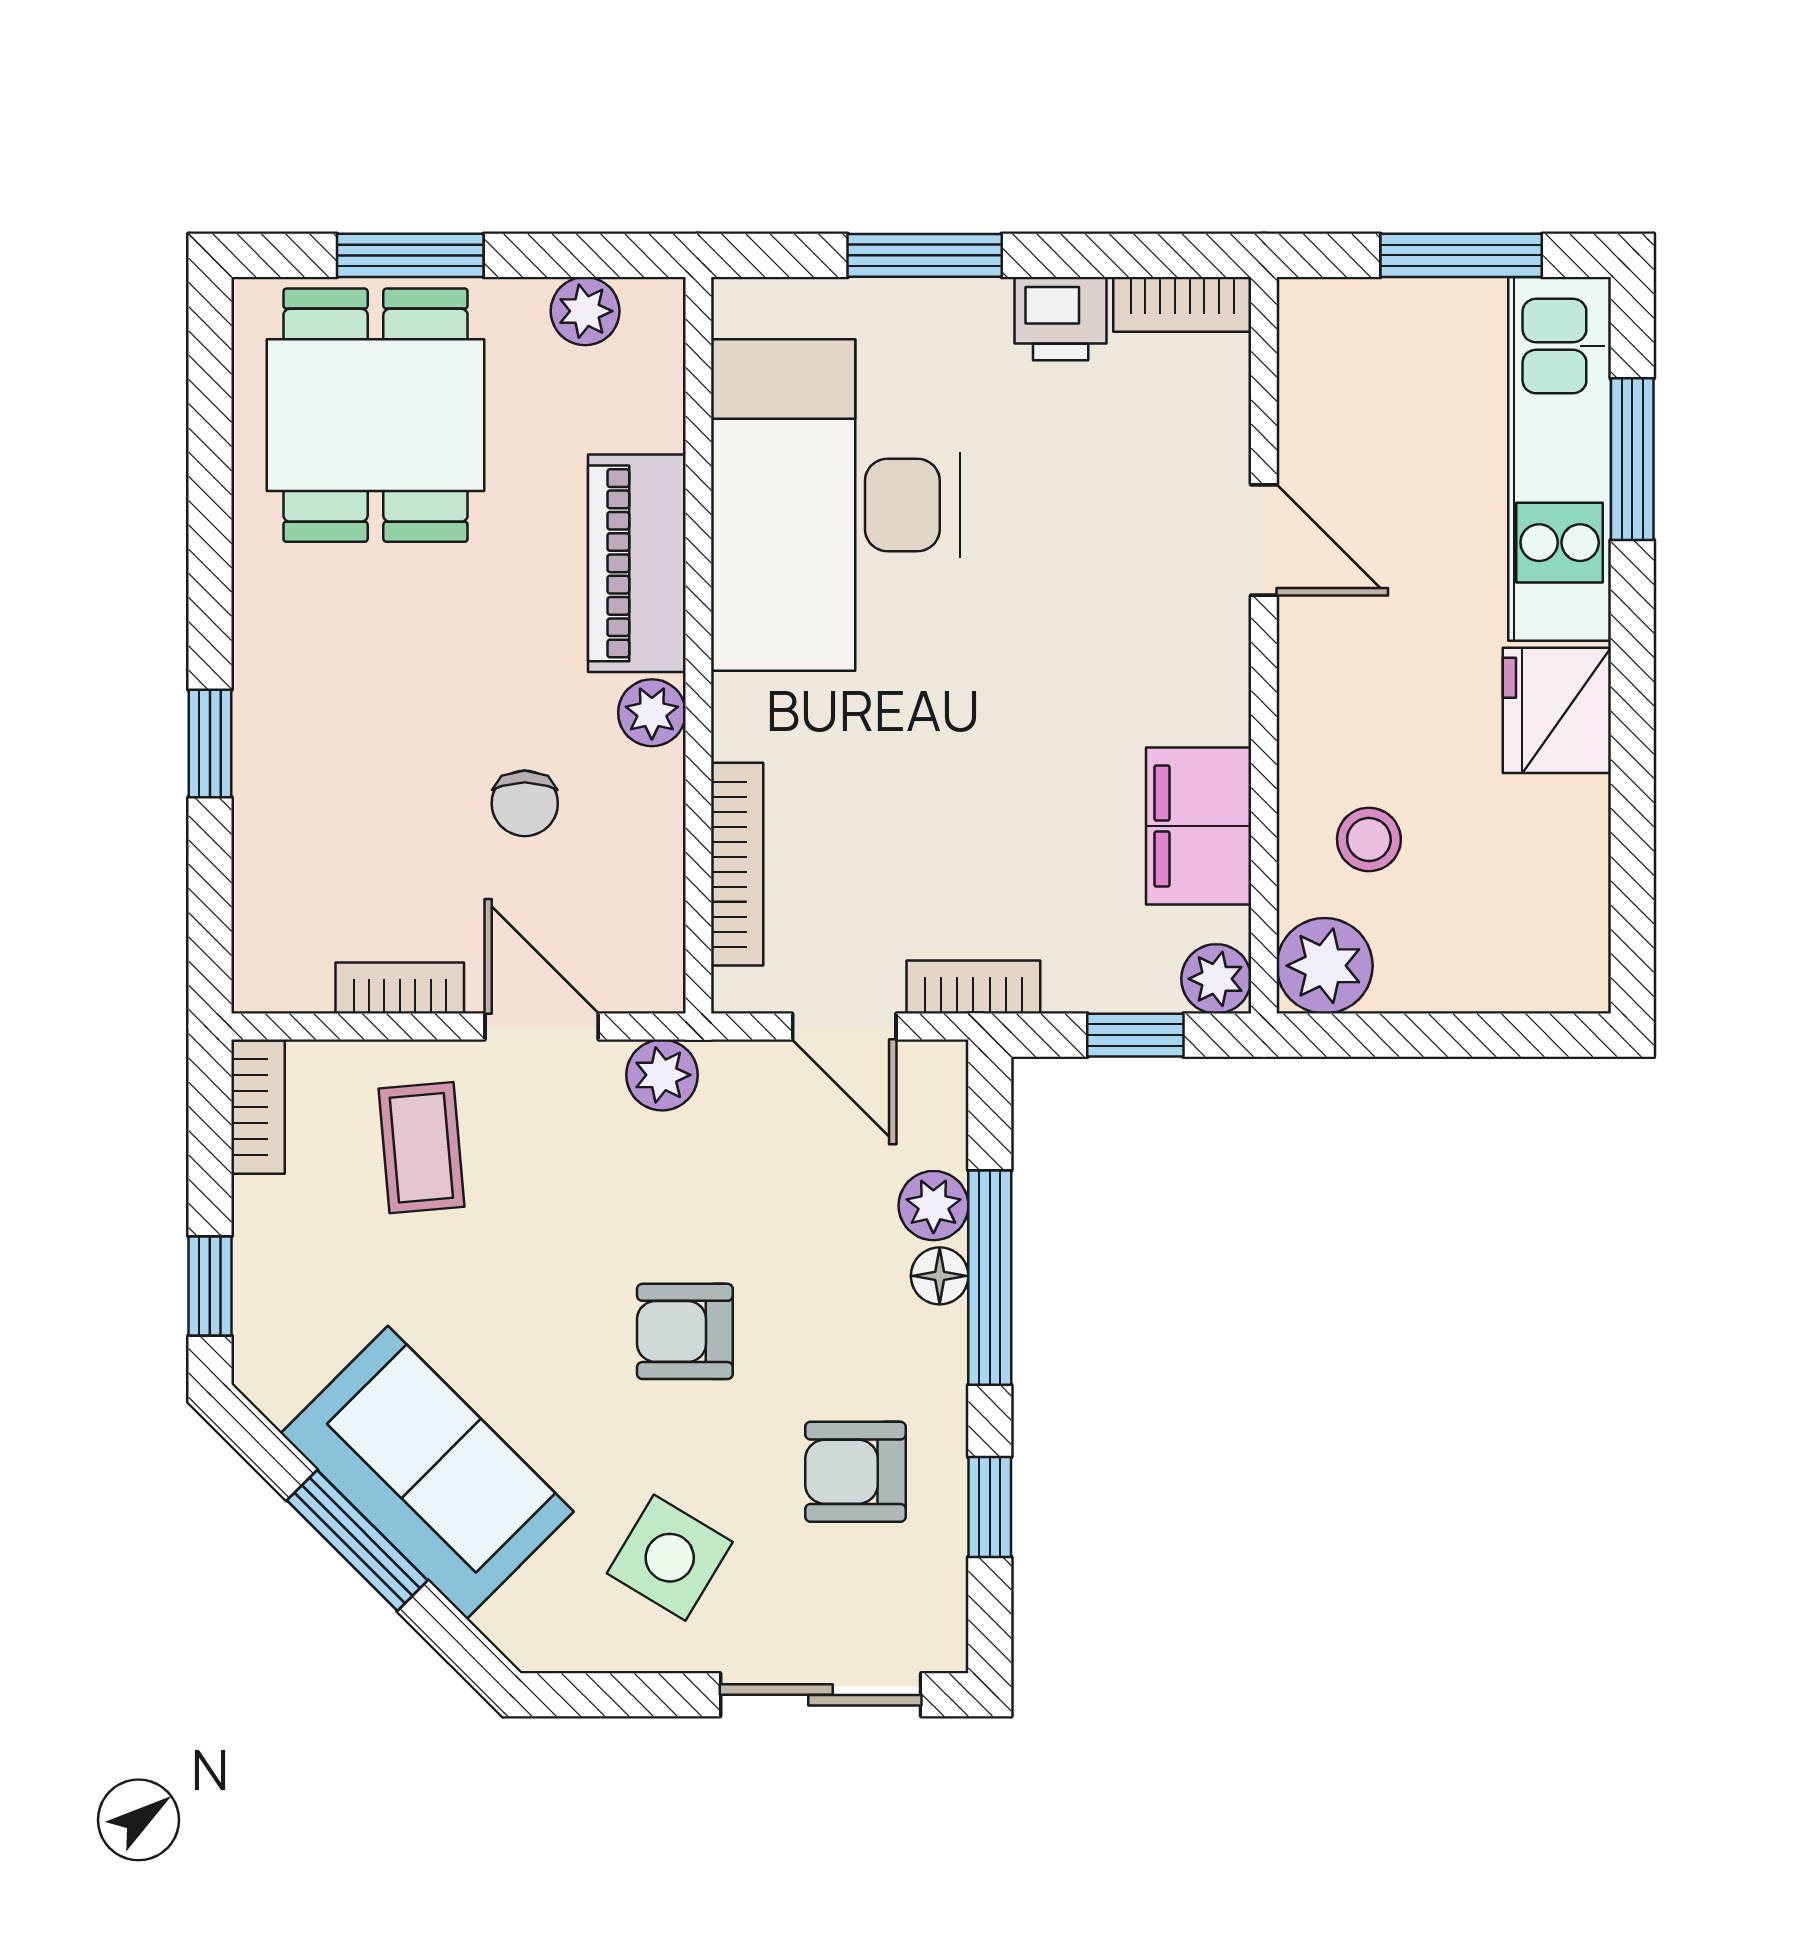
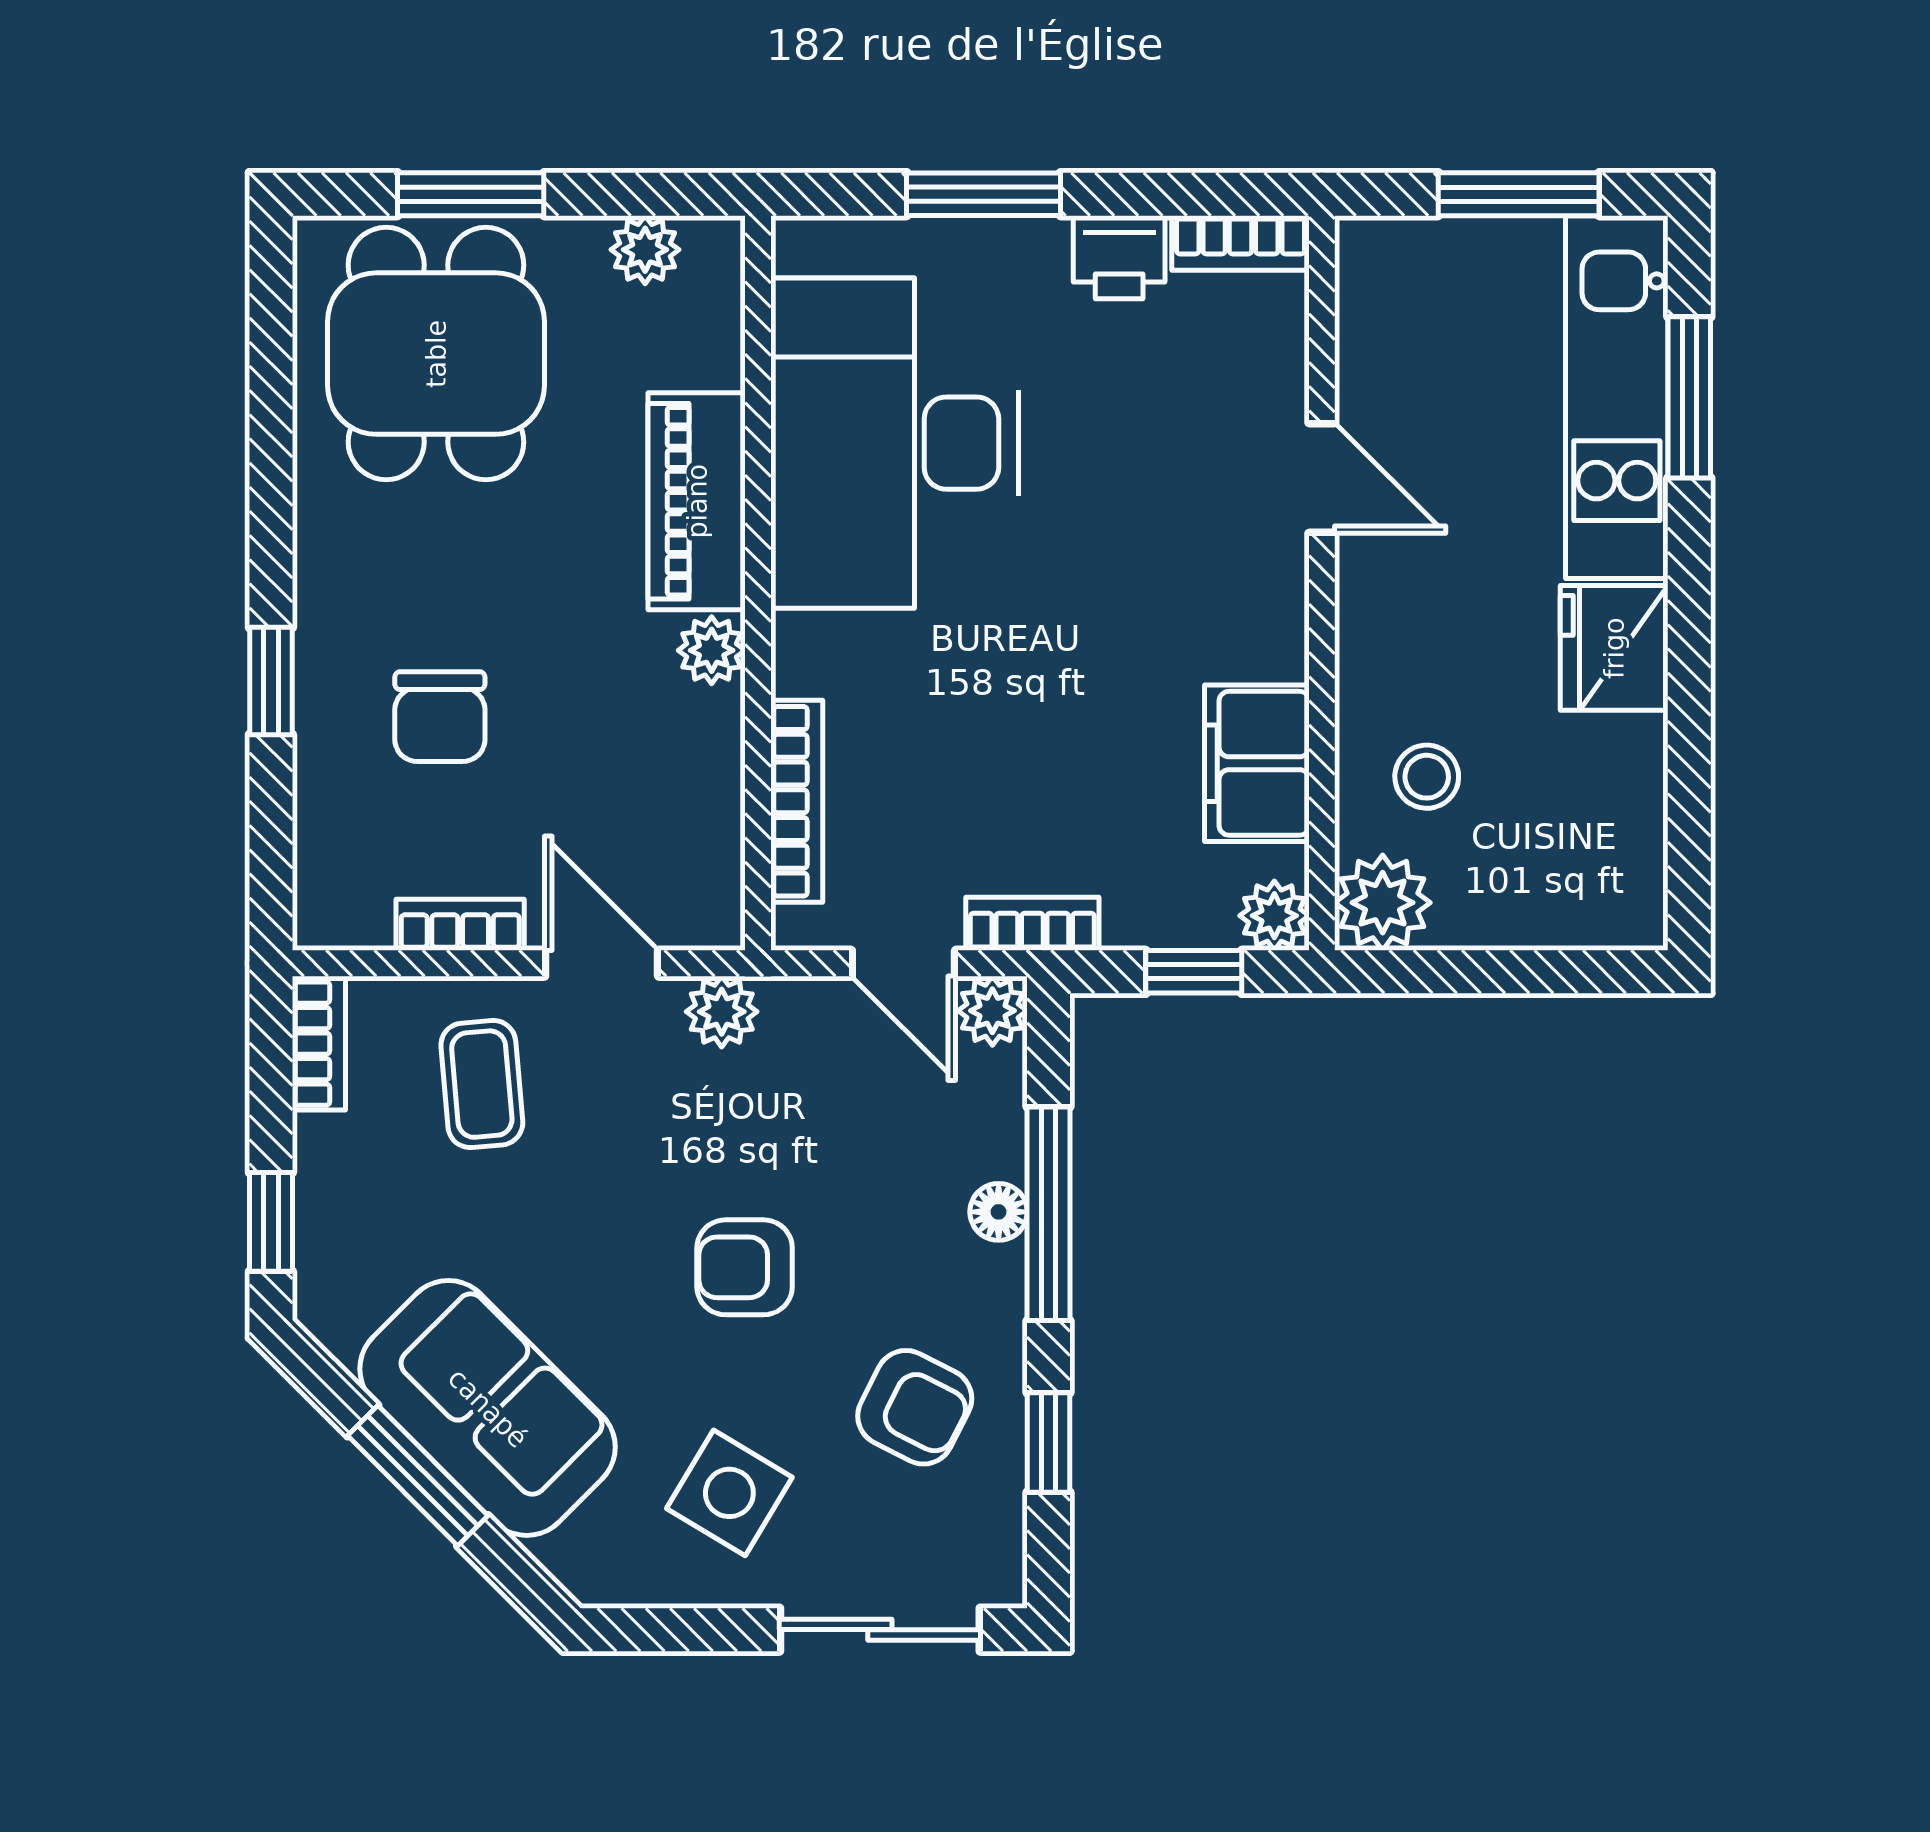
chair: (525, 803) -> (440, 717), moved, width x1.37, depth x1.37
plant: (933, 1206) -> (992, 1011), moved
armchair: (856, 1472) -> (915, 1407), turned -153

